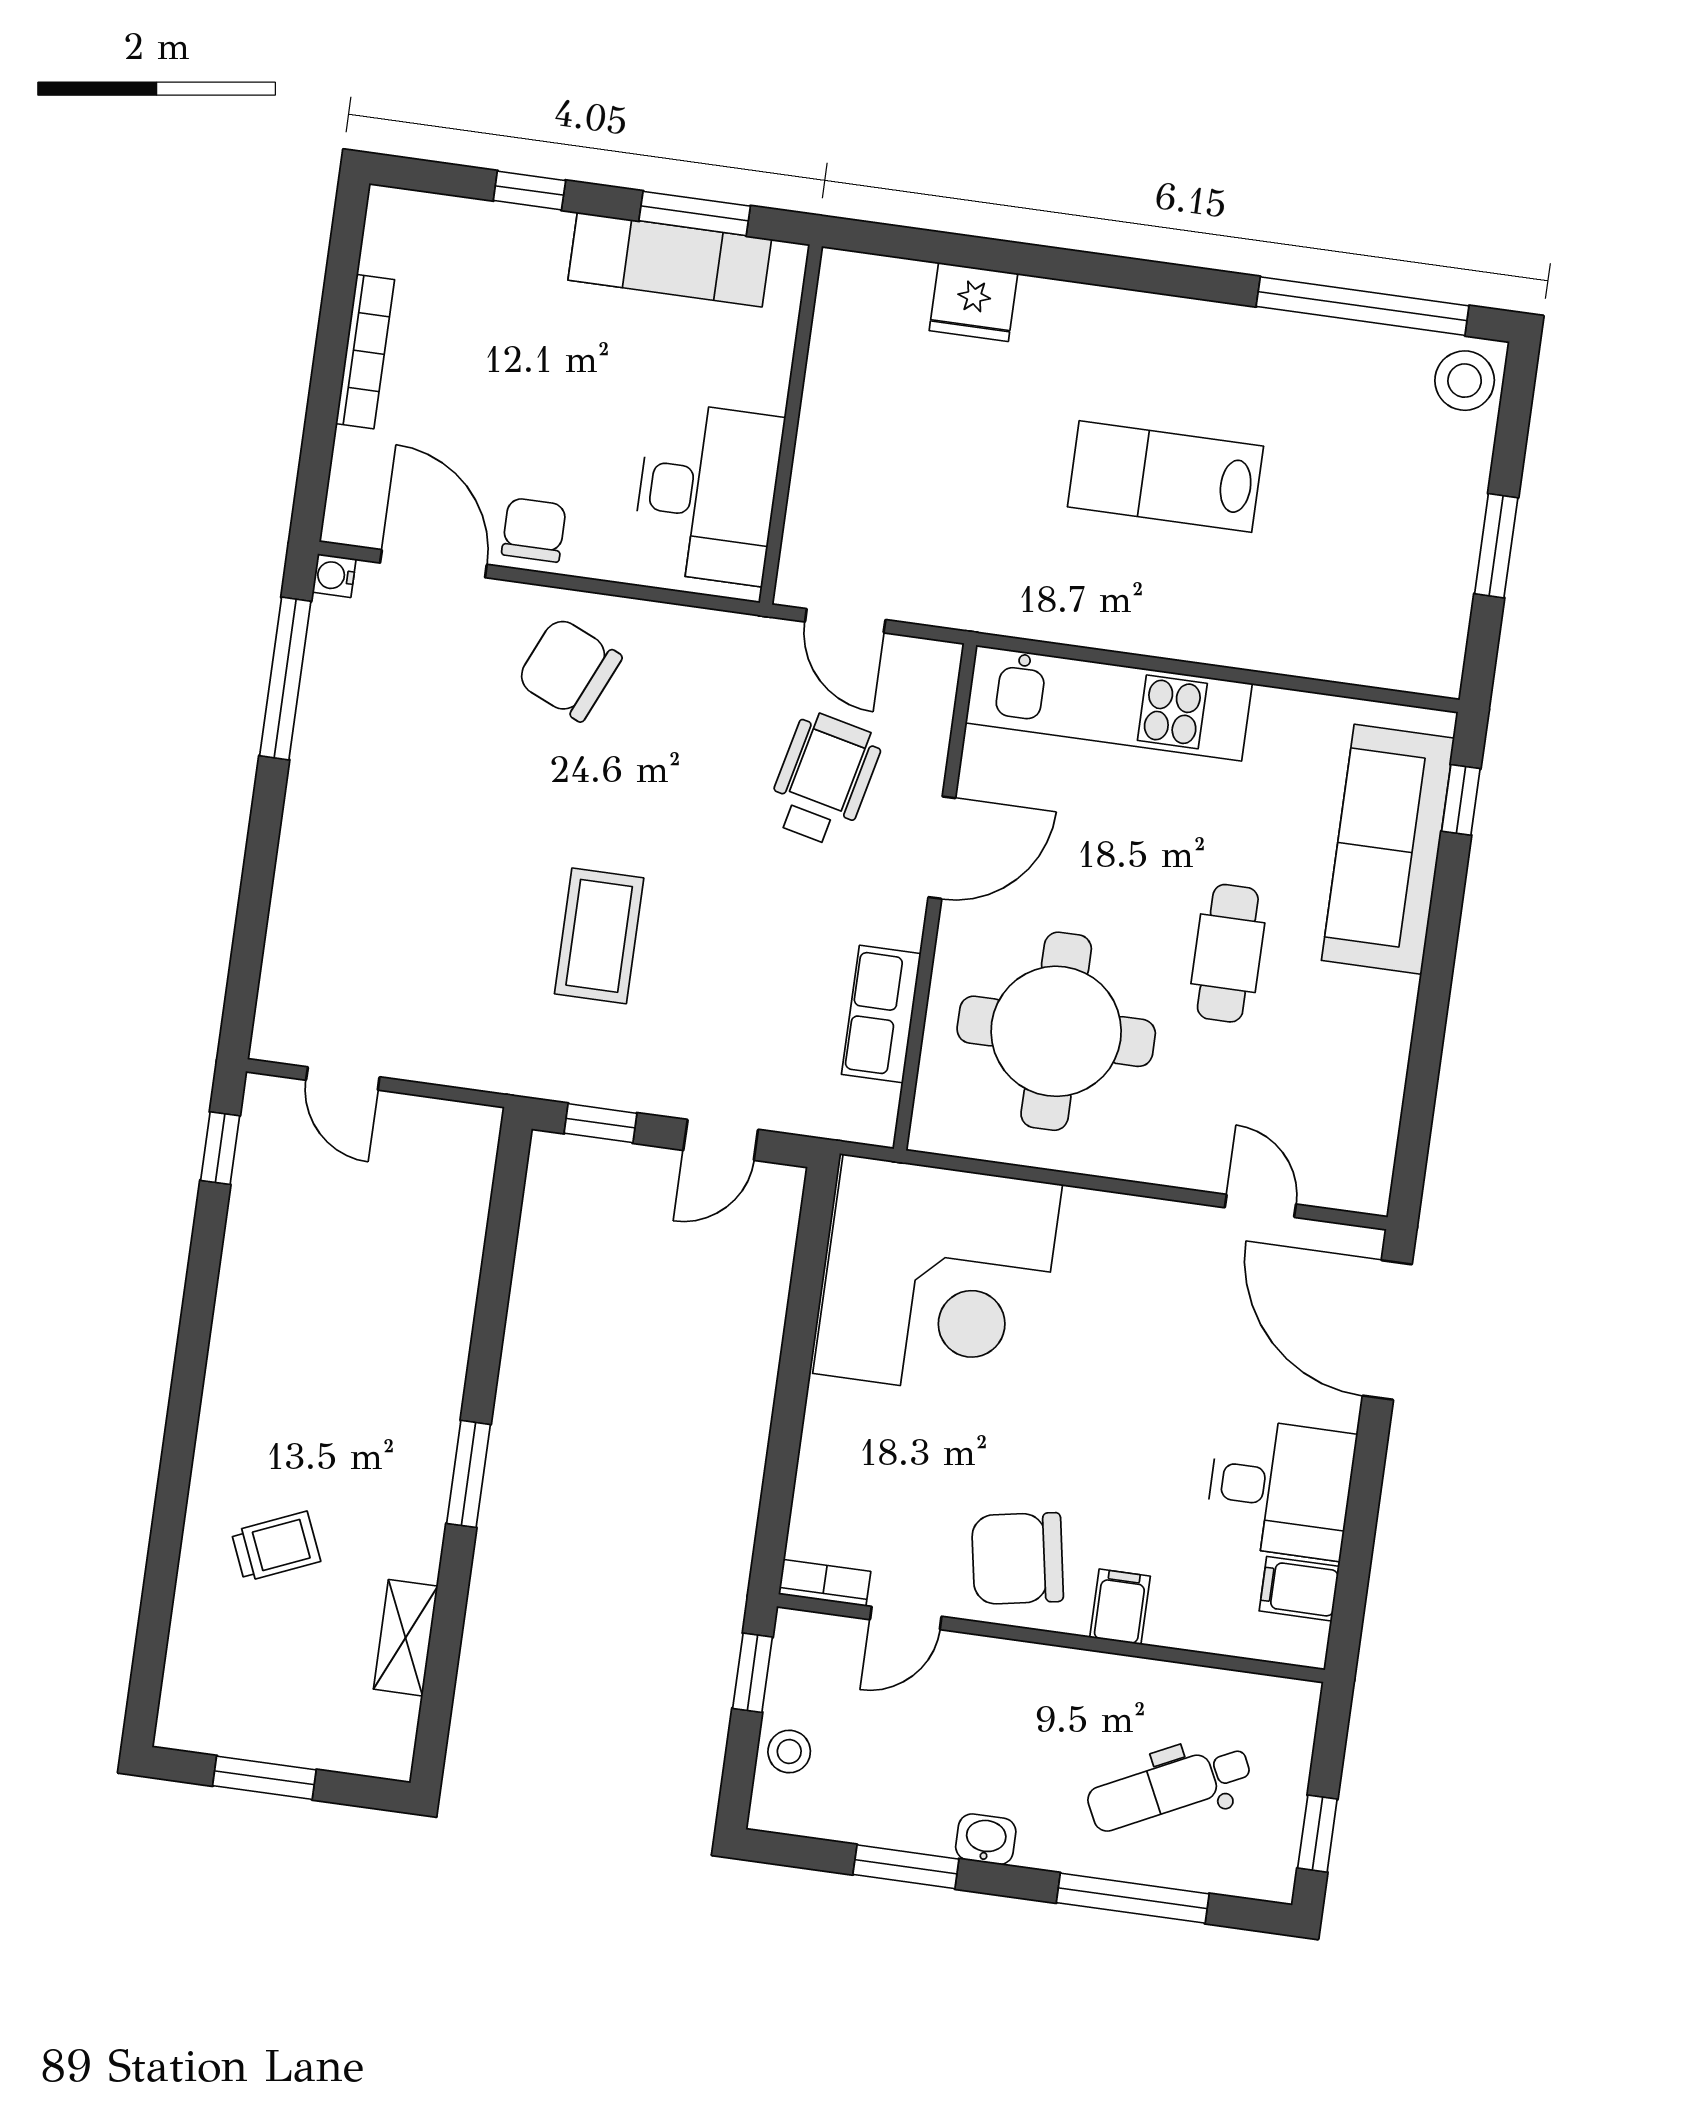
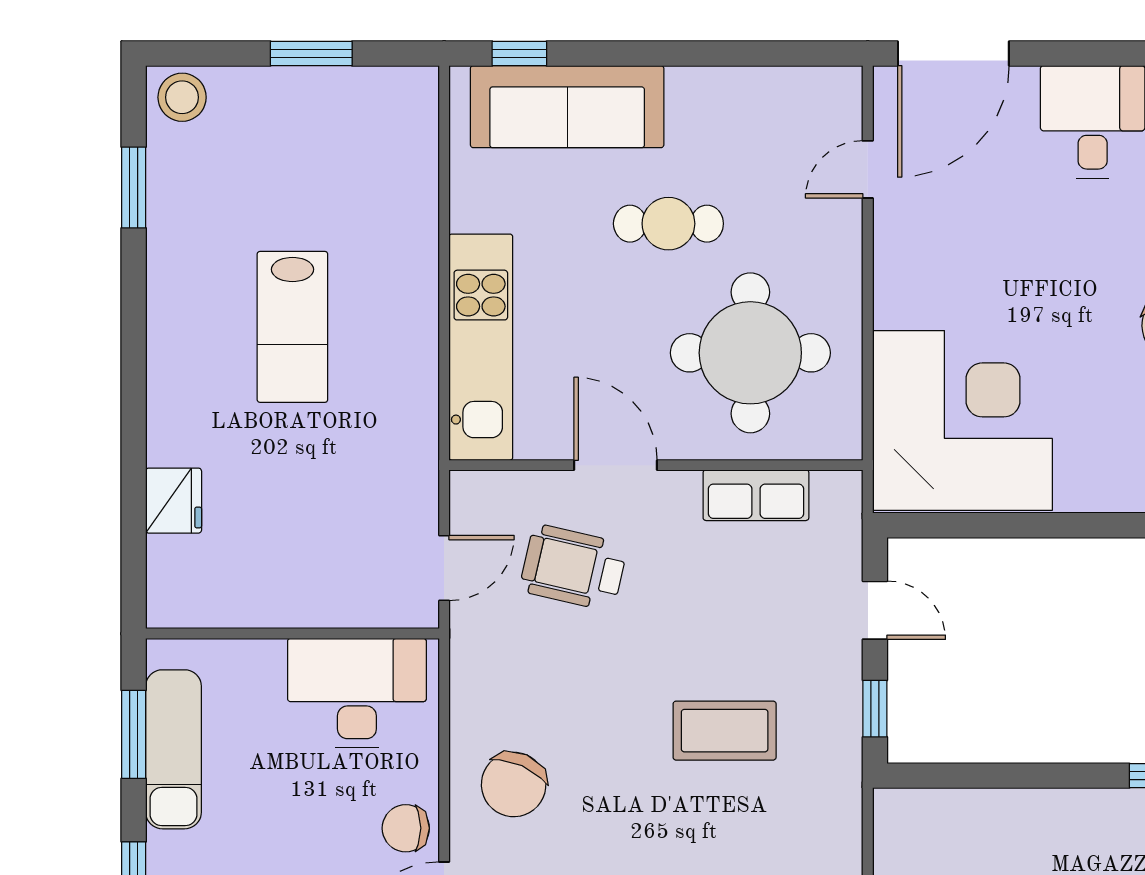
window: (1363, 306) -> (134, 188), width x0.47

